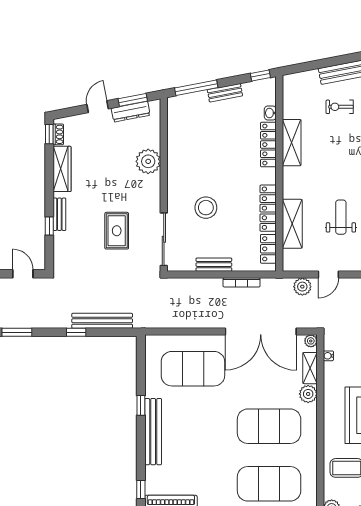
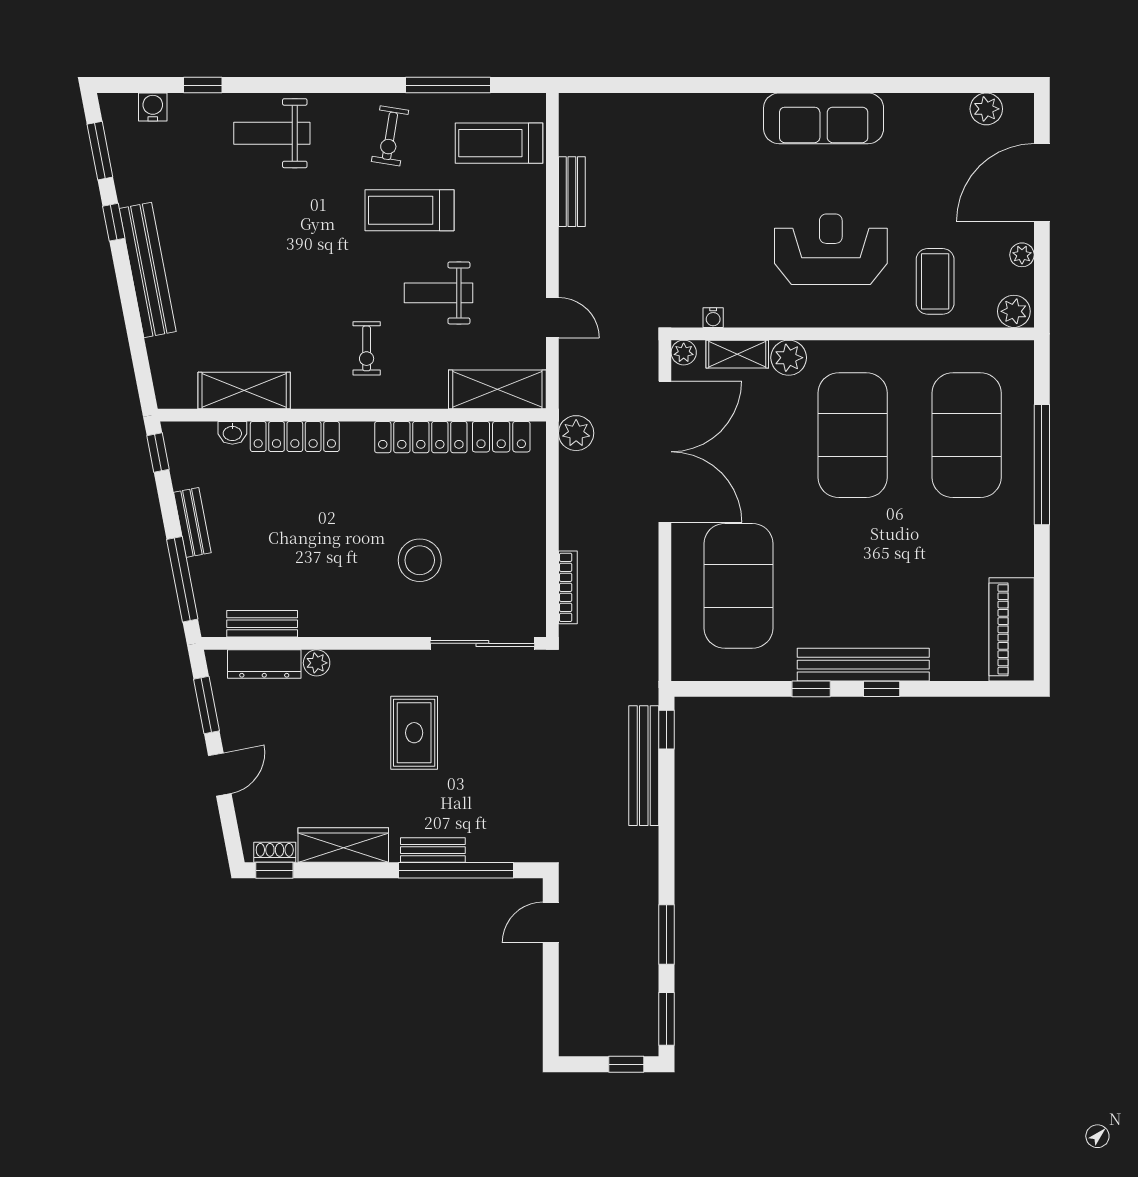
door: (98, 107) -> (220, 775), swing flipped
exercise bike: (340, 107) -> (367, 348), moved
dresser: (131, 112) -> (264, 664), moved, turned 101
shelving: (292, 143) -> (244, 390), moved
plant: (148, 161) -> (317, 663), width x0.53, depth x0.53
shelving: (292, 224) -> (497, 389), moved
window: (49, 226) -> (456, 870), width x3.17
rug: (117, 231) -> (414, 733), moved, turned 90
bench: (214, 265) -> (262, 624), moved, turned 90
bookcase: (242, 282) -> (568, 587), moved
plant: (302, 287) -> (576, 433), moved
window: (76, 332) -> (666, 730), moved
window: (141, 490) -> (882, 689), moved

